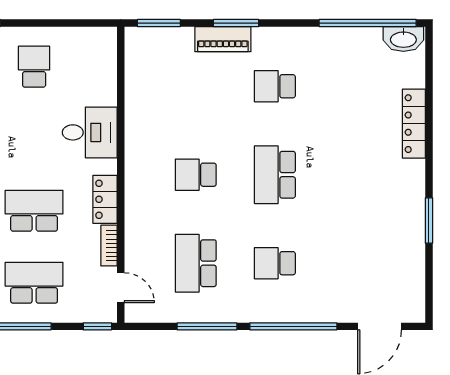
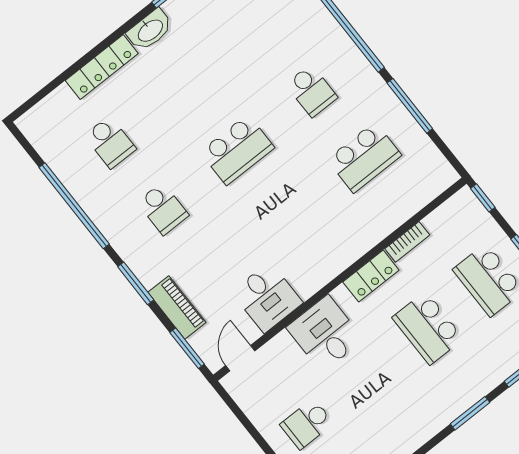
window: (368, 23) -> (74, 206), moved
piano: (223, 39) -> (177, 307), moved
washbasin: (403, 39) -> (150, 30), moved, turned 90
desk: (150, 111) -> (267, 297), added
school desk: (196, 175) -> (110, 142), moved
door: (121, 288) -> (240, 358), moved

